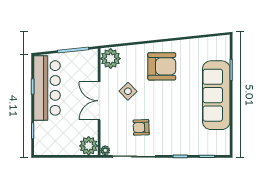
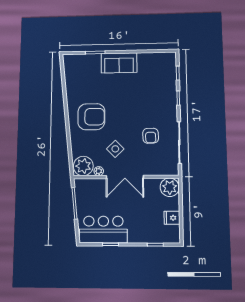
armchair: (162, 66) -> (91, 117), turned 90
bar counter: (47, 88) -> (103, 229), width x0.73
sofa: (216, 95) -> (119, 63), width x0.54, depth x0.79
fridge: (59, 147) -> (172, 218), added
plant: (105, 150) -> (99, 171), moved

